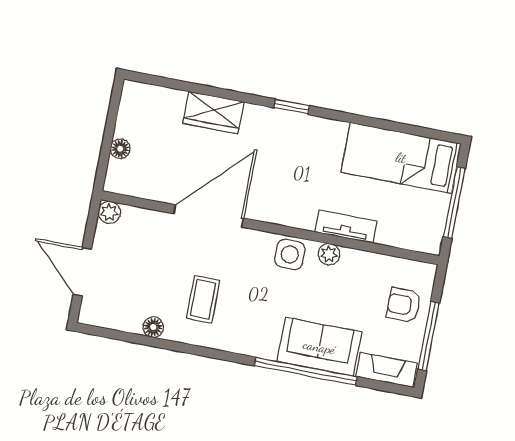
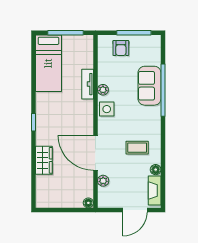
floor lamp: (120, 149) -> (88, 203), moved
plant: (109, 212) -> (103, 181), moved
fireplace: (386, 370) -> (155, 191), moved

